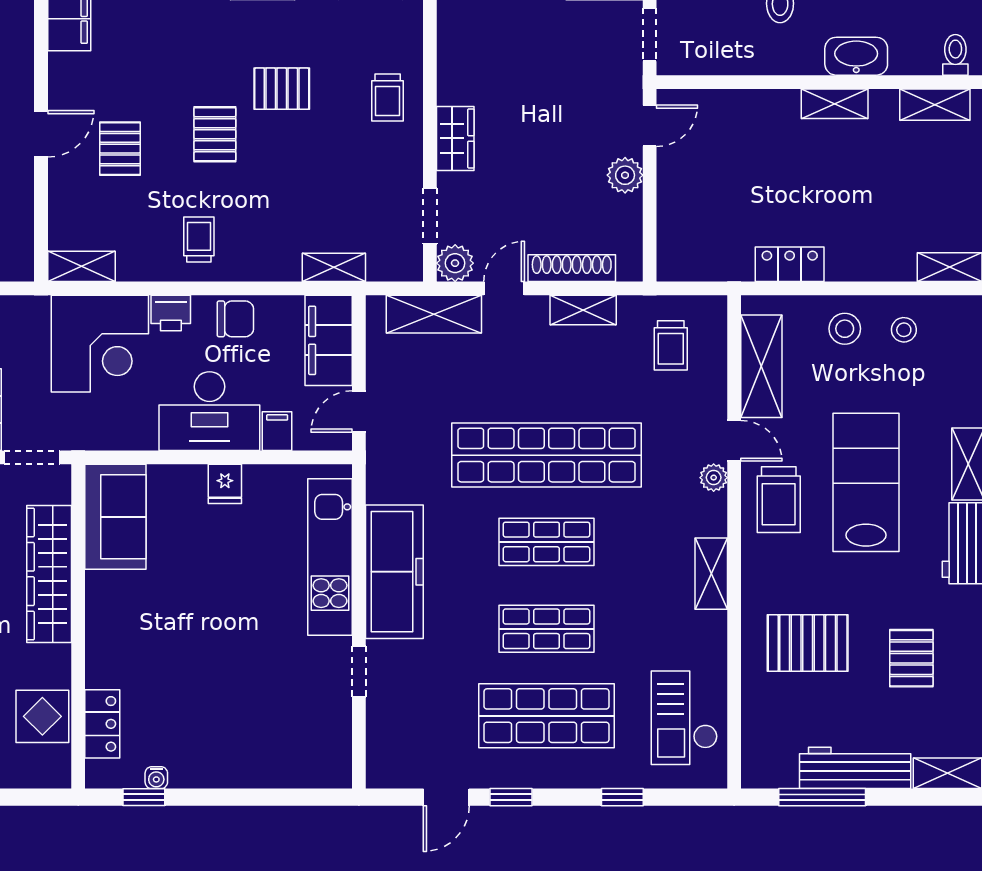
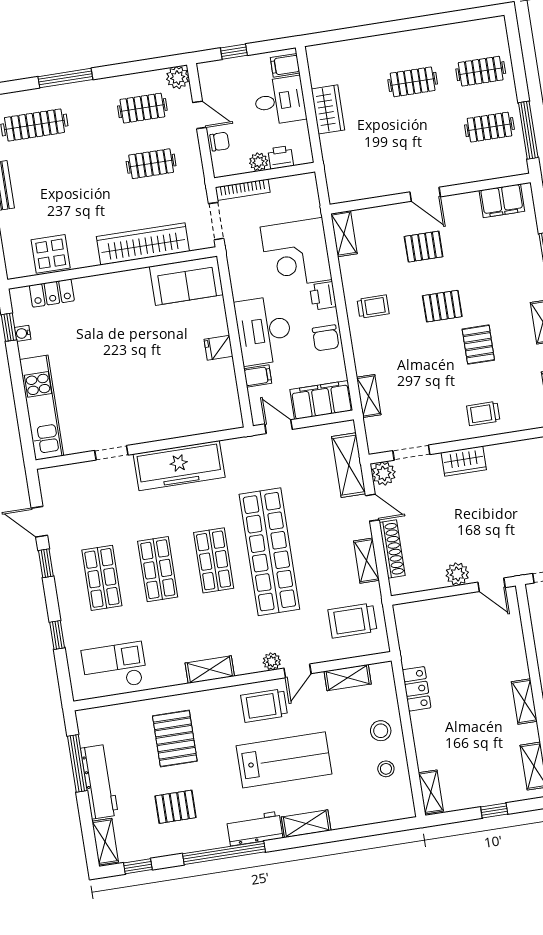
trolley: (671, 345) -> (352, 621), width x1.36, depth x1.39
shelving: (761, 366) -> (348, 678), width x0.67, depth x0.75
kitchen unit: (330, 557) -> (42, 408), moved, turned 90
shop shelf: (546, 716) -> (102, 578), width x0.70, depth x0.74

